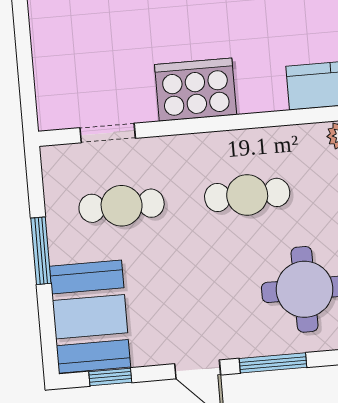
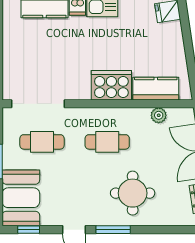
cooker: (196, 90) -> (111, 85), moved
doorway: (108, 133) -> (38, 104), width x1.88

